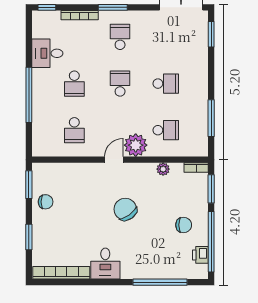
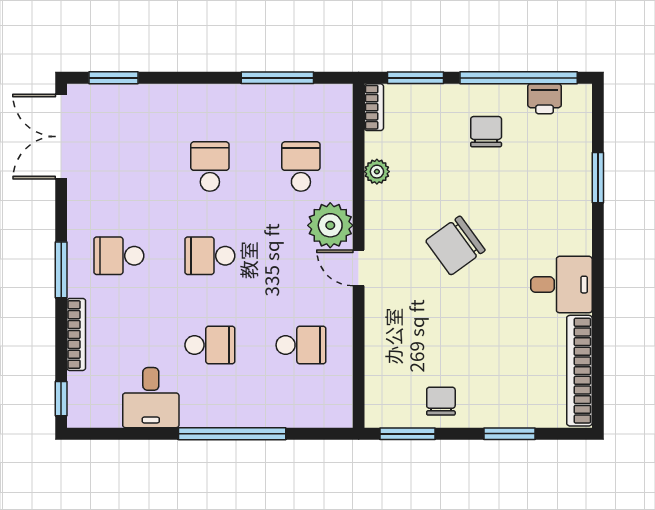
window: (160, 282) -> (598, 178), width x0.47

